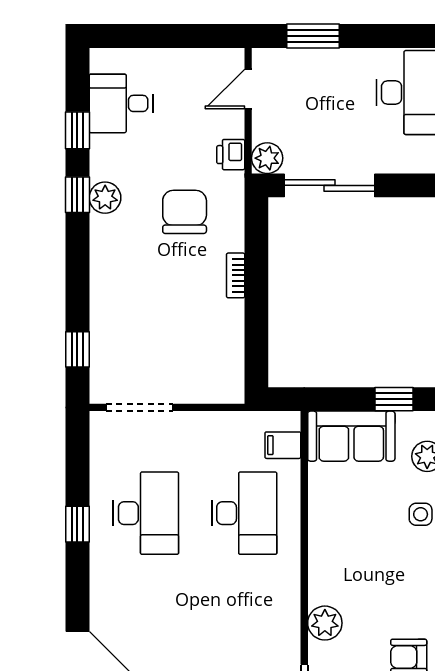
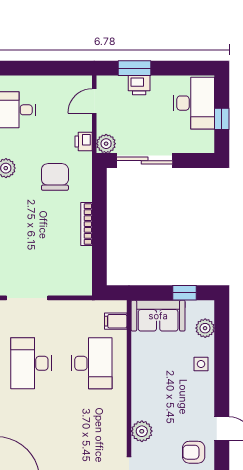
printer: (321, 64) -> (139, 85), added
bookcase: (236, 275) -> (87, 224), width x1.56
desk: (146, 513) -> (31, 363), turned 180

